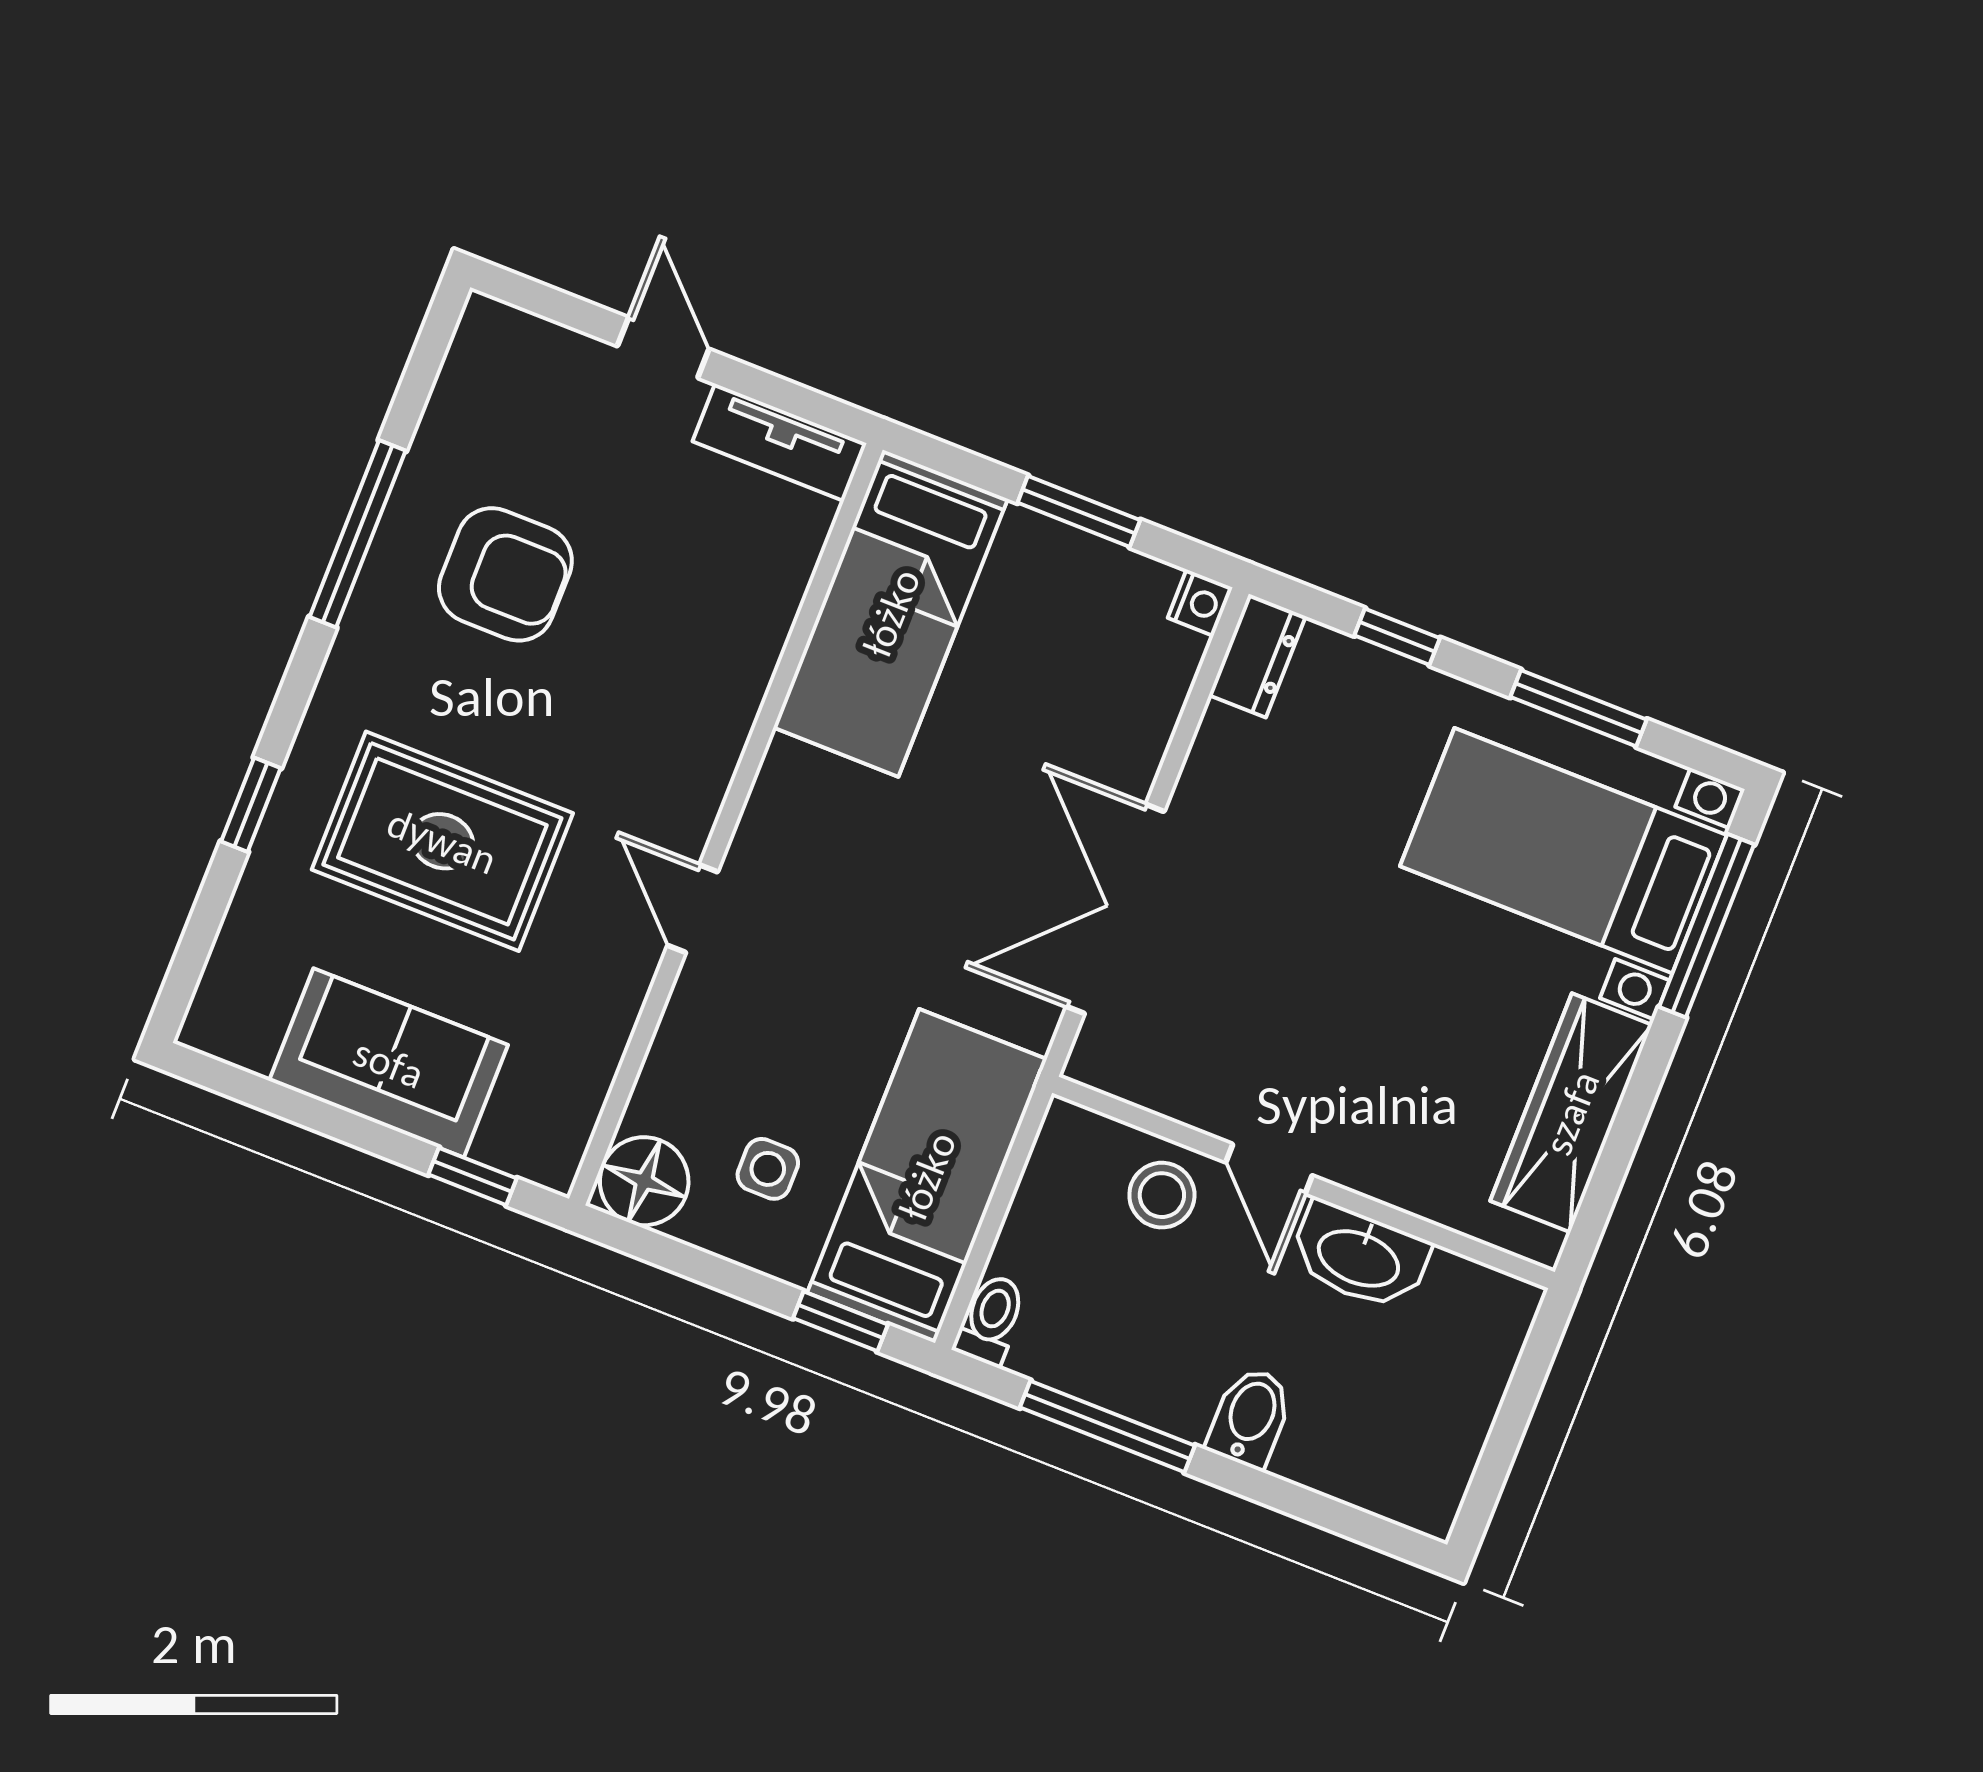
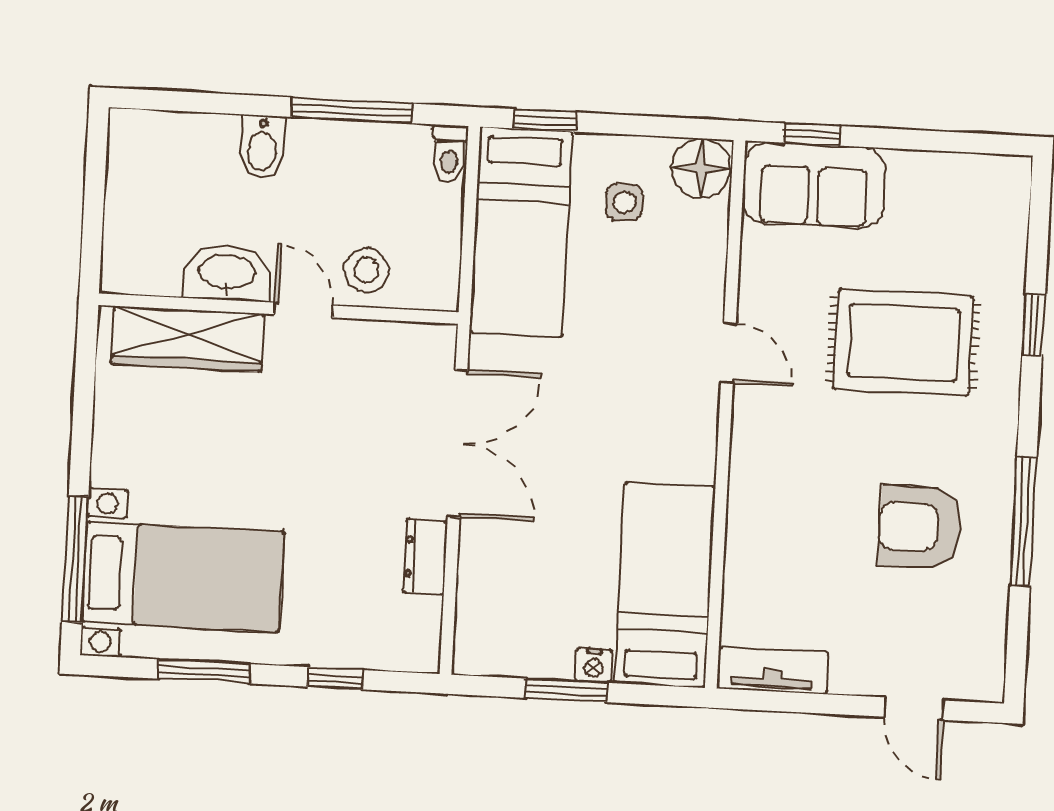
door: (663, 348) -> (914, 709), moved
nightstand: (1200, 603) -> (594, 665), moved, turned -90
dresser: (1257, 656) -> (425, 557), moved
sofa: (389, 1063) -> (814, 185), moved
wardrobe: (1571, 1113) -> (188, 339), moved, turned 90

